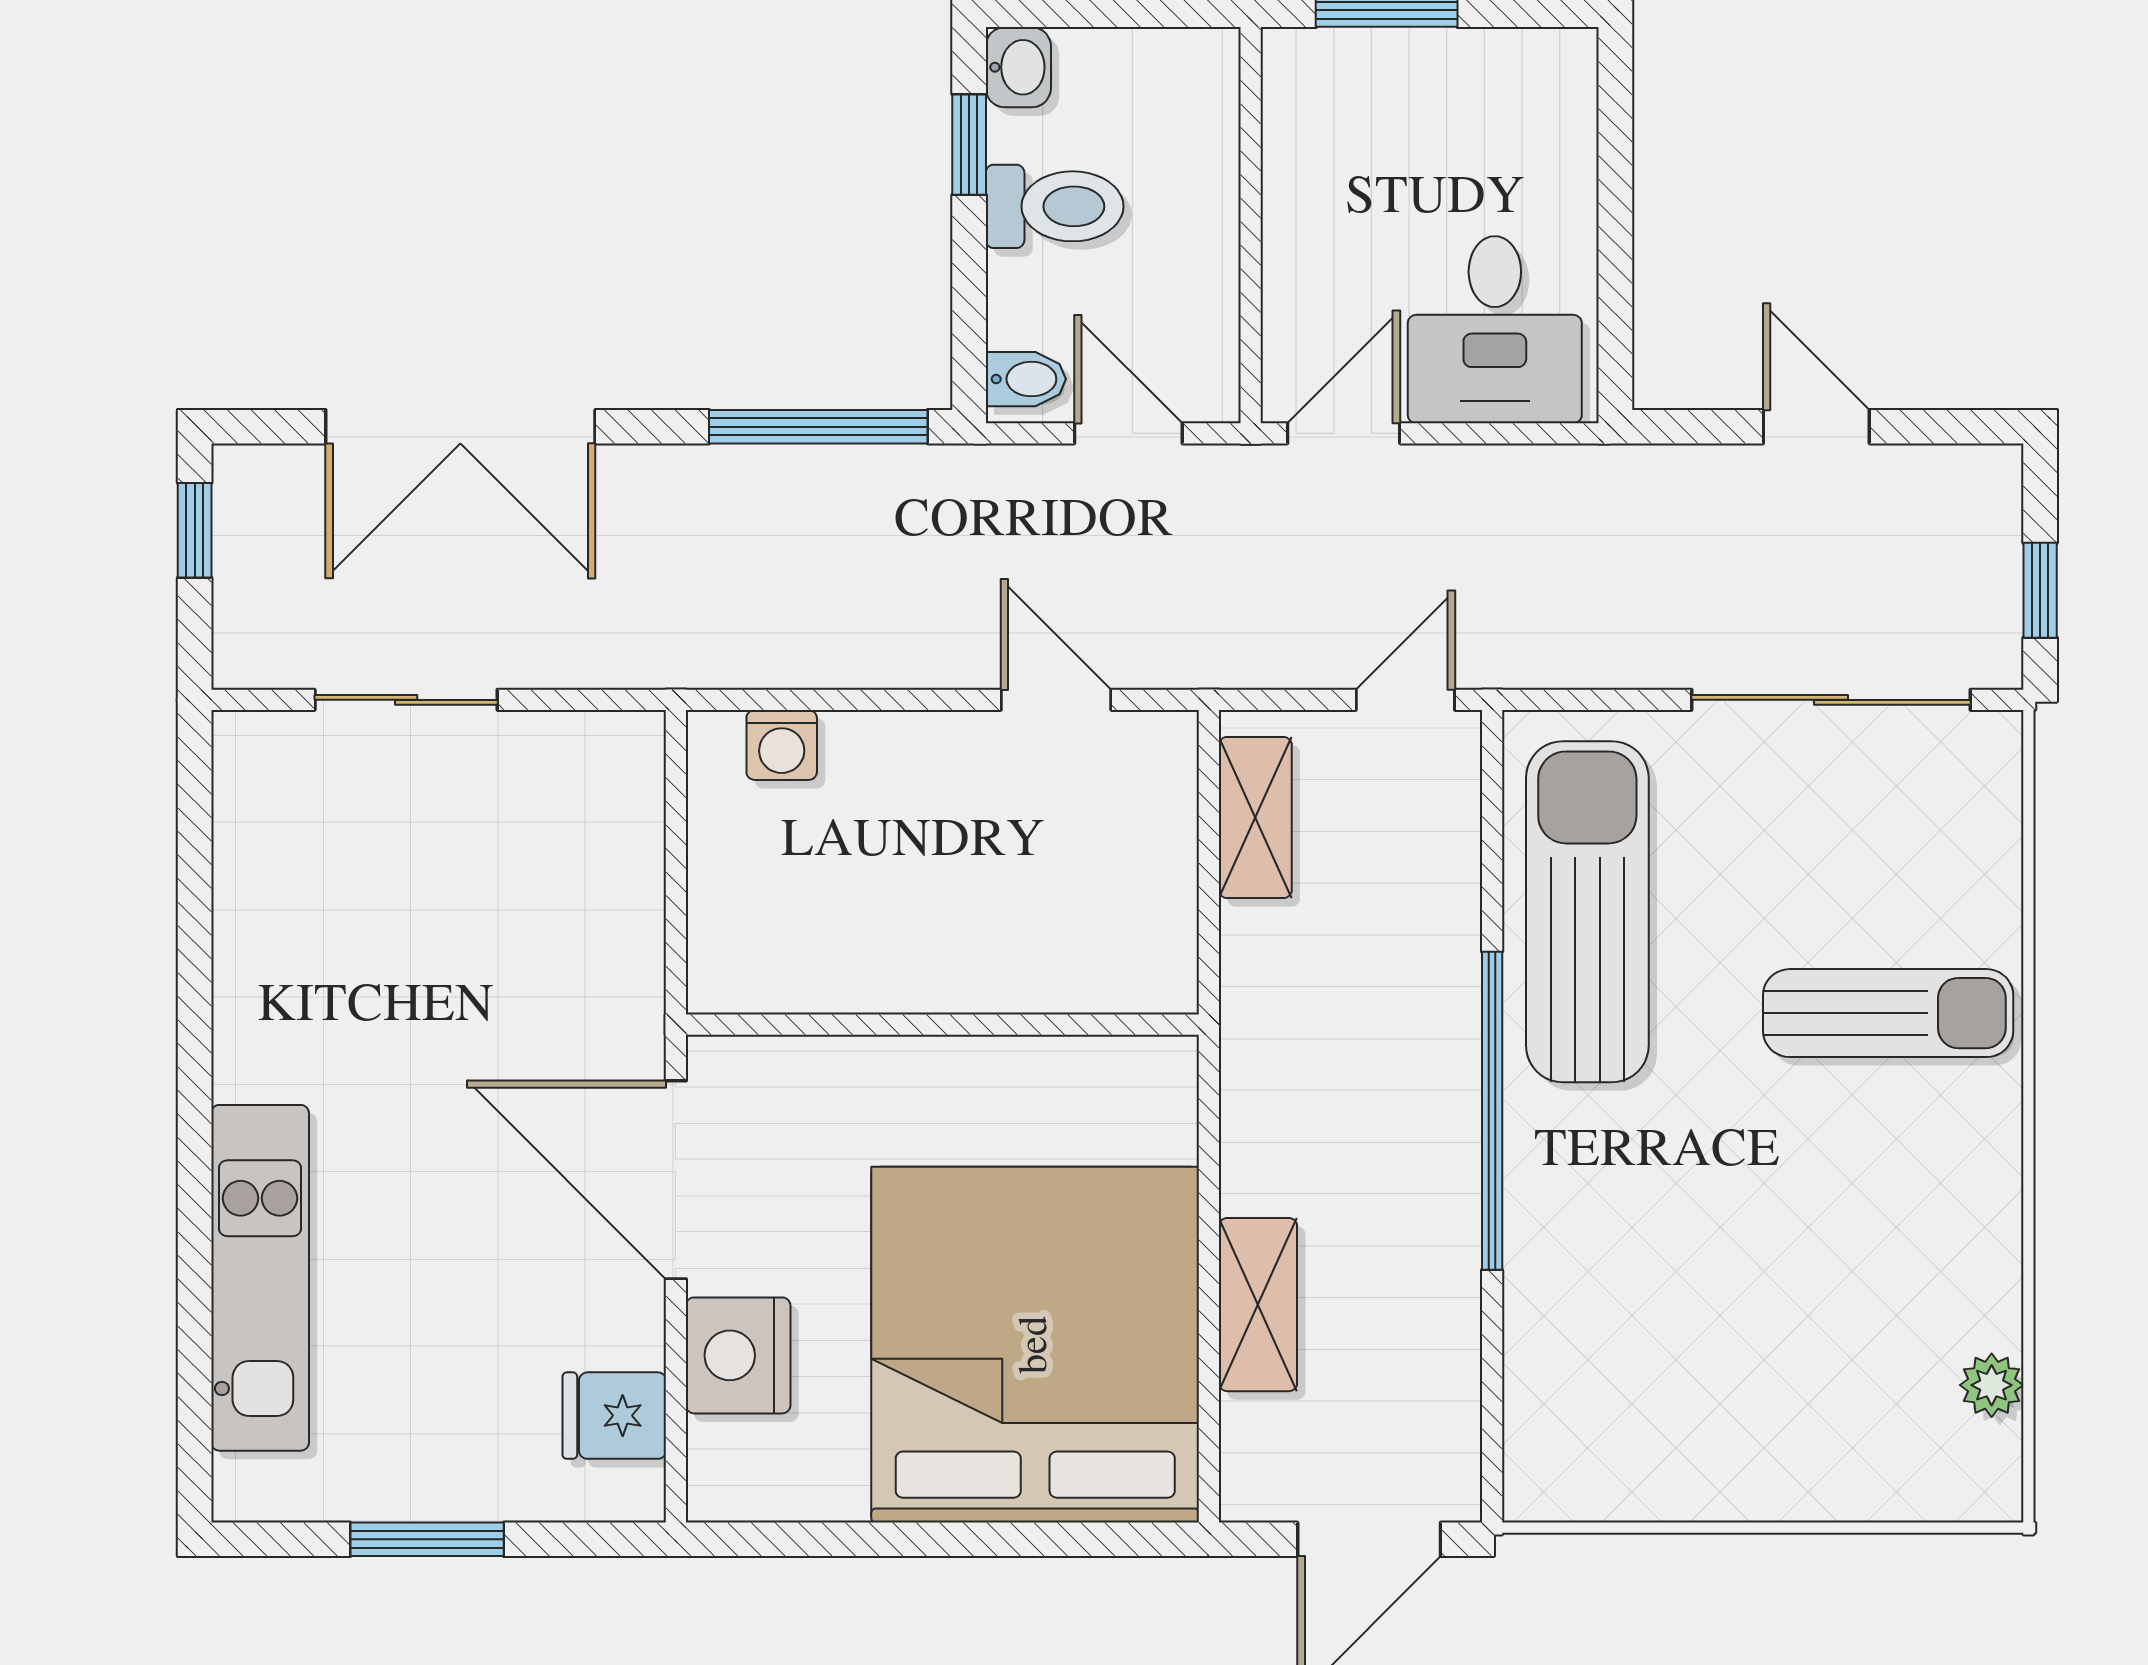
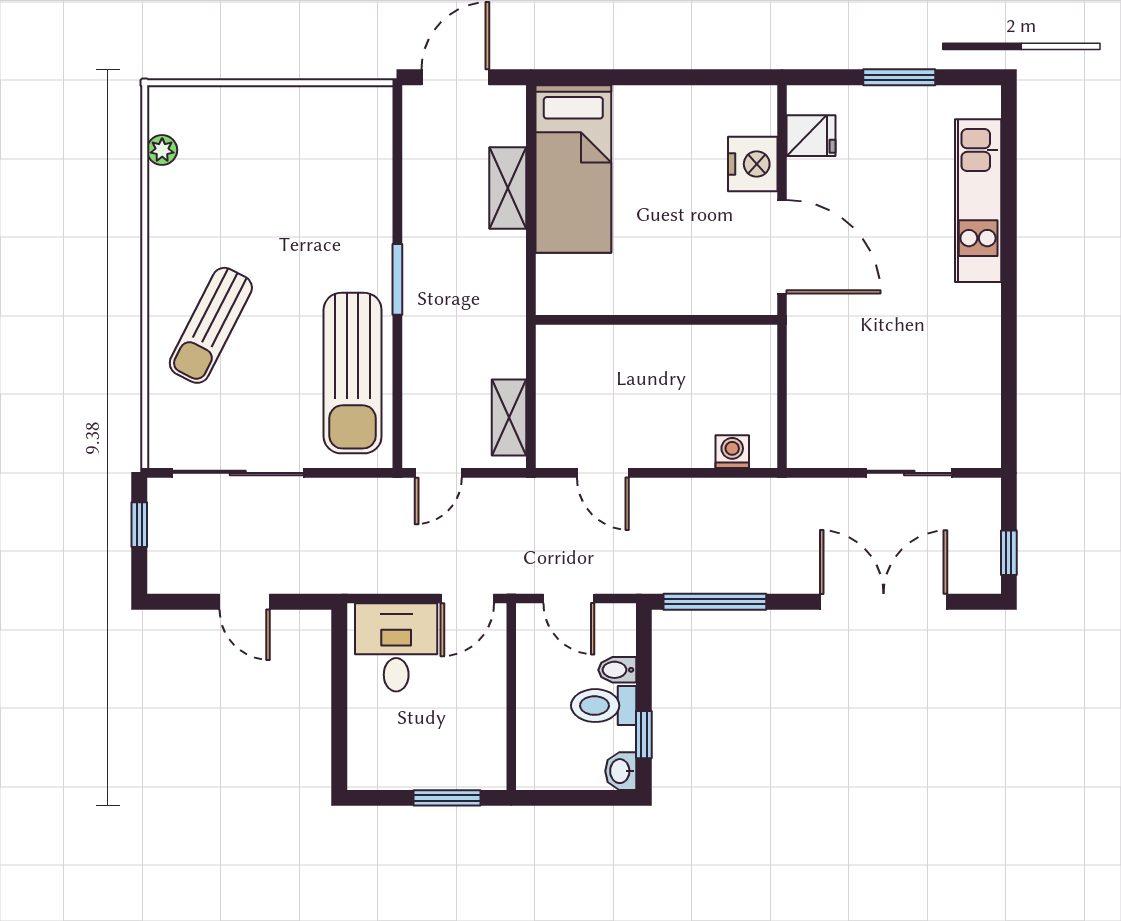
bidet: (1026, 379) -> (617, 670), moved
sun lounger: (1888, 1013) -> (211, 325), turned -63
window: (1492, 1111) -> (397, 279), width x0.47
bed: (1035, 1345) -> (573, 169), width x0.49

